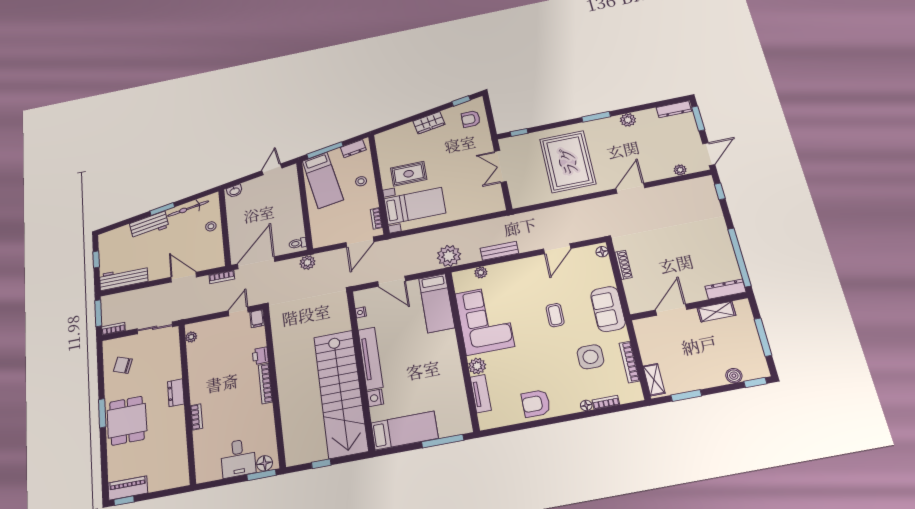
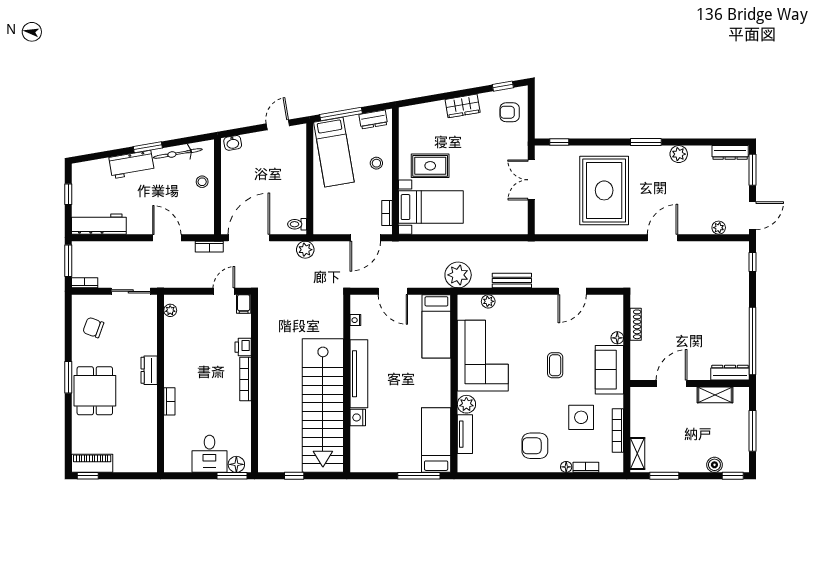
floor lamp: (602, 252) -> (617, 338), moved
armchair: (536, 403) -> (535, 446), moved
bed: (405, 431) -> (436, 440), moved, turned -90

